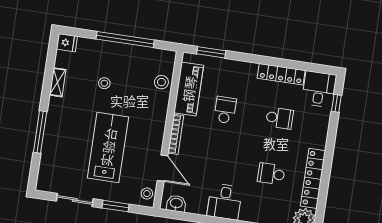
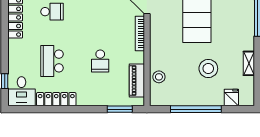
fridge: (67, 43) -> (231, 97), moved, turned 90
stool: (104, 83) -> (208, 69), width x1.89, depth x1.89
piano: (189, 89) -> (137, 80), width x0.73, depth x0.75
school desk: (280, 118) -> (52, 61), width x1.85

